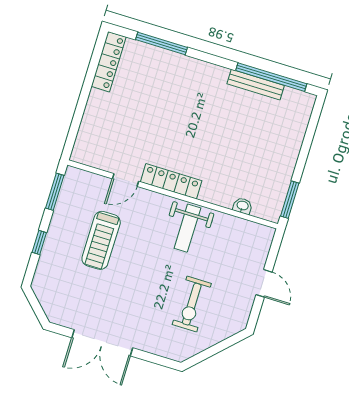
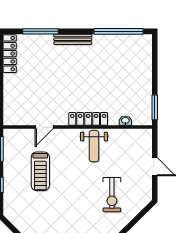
bench: (256, 85) -> (73, 39), moved
locker: (171, 181) -> (88, 119), moved

